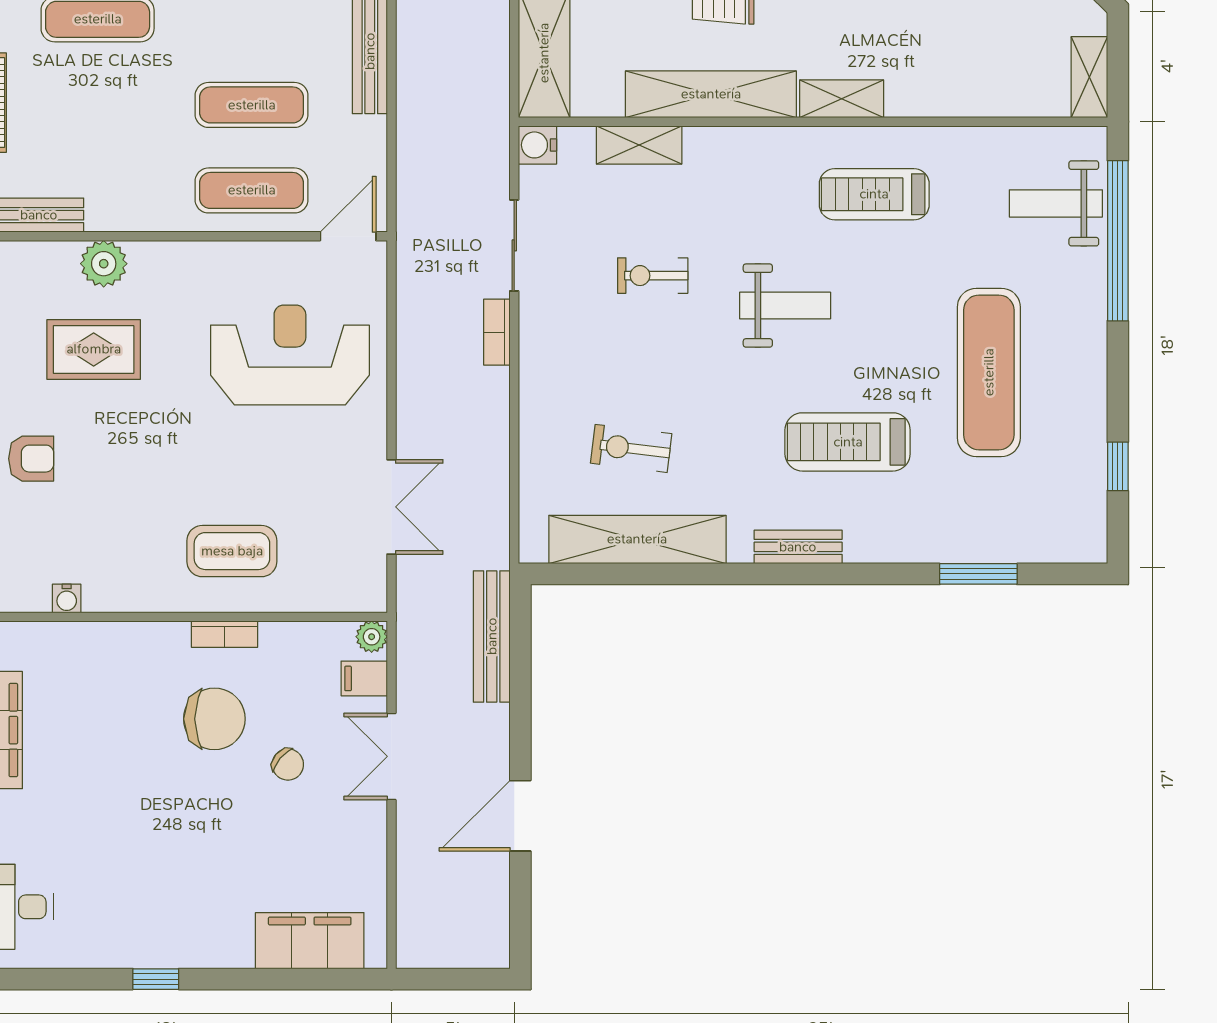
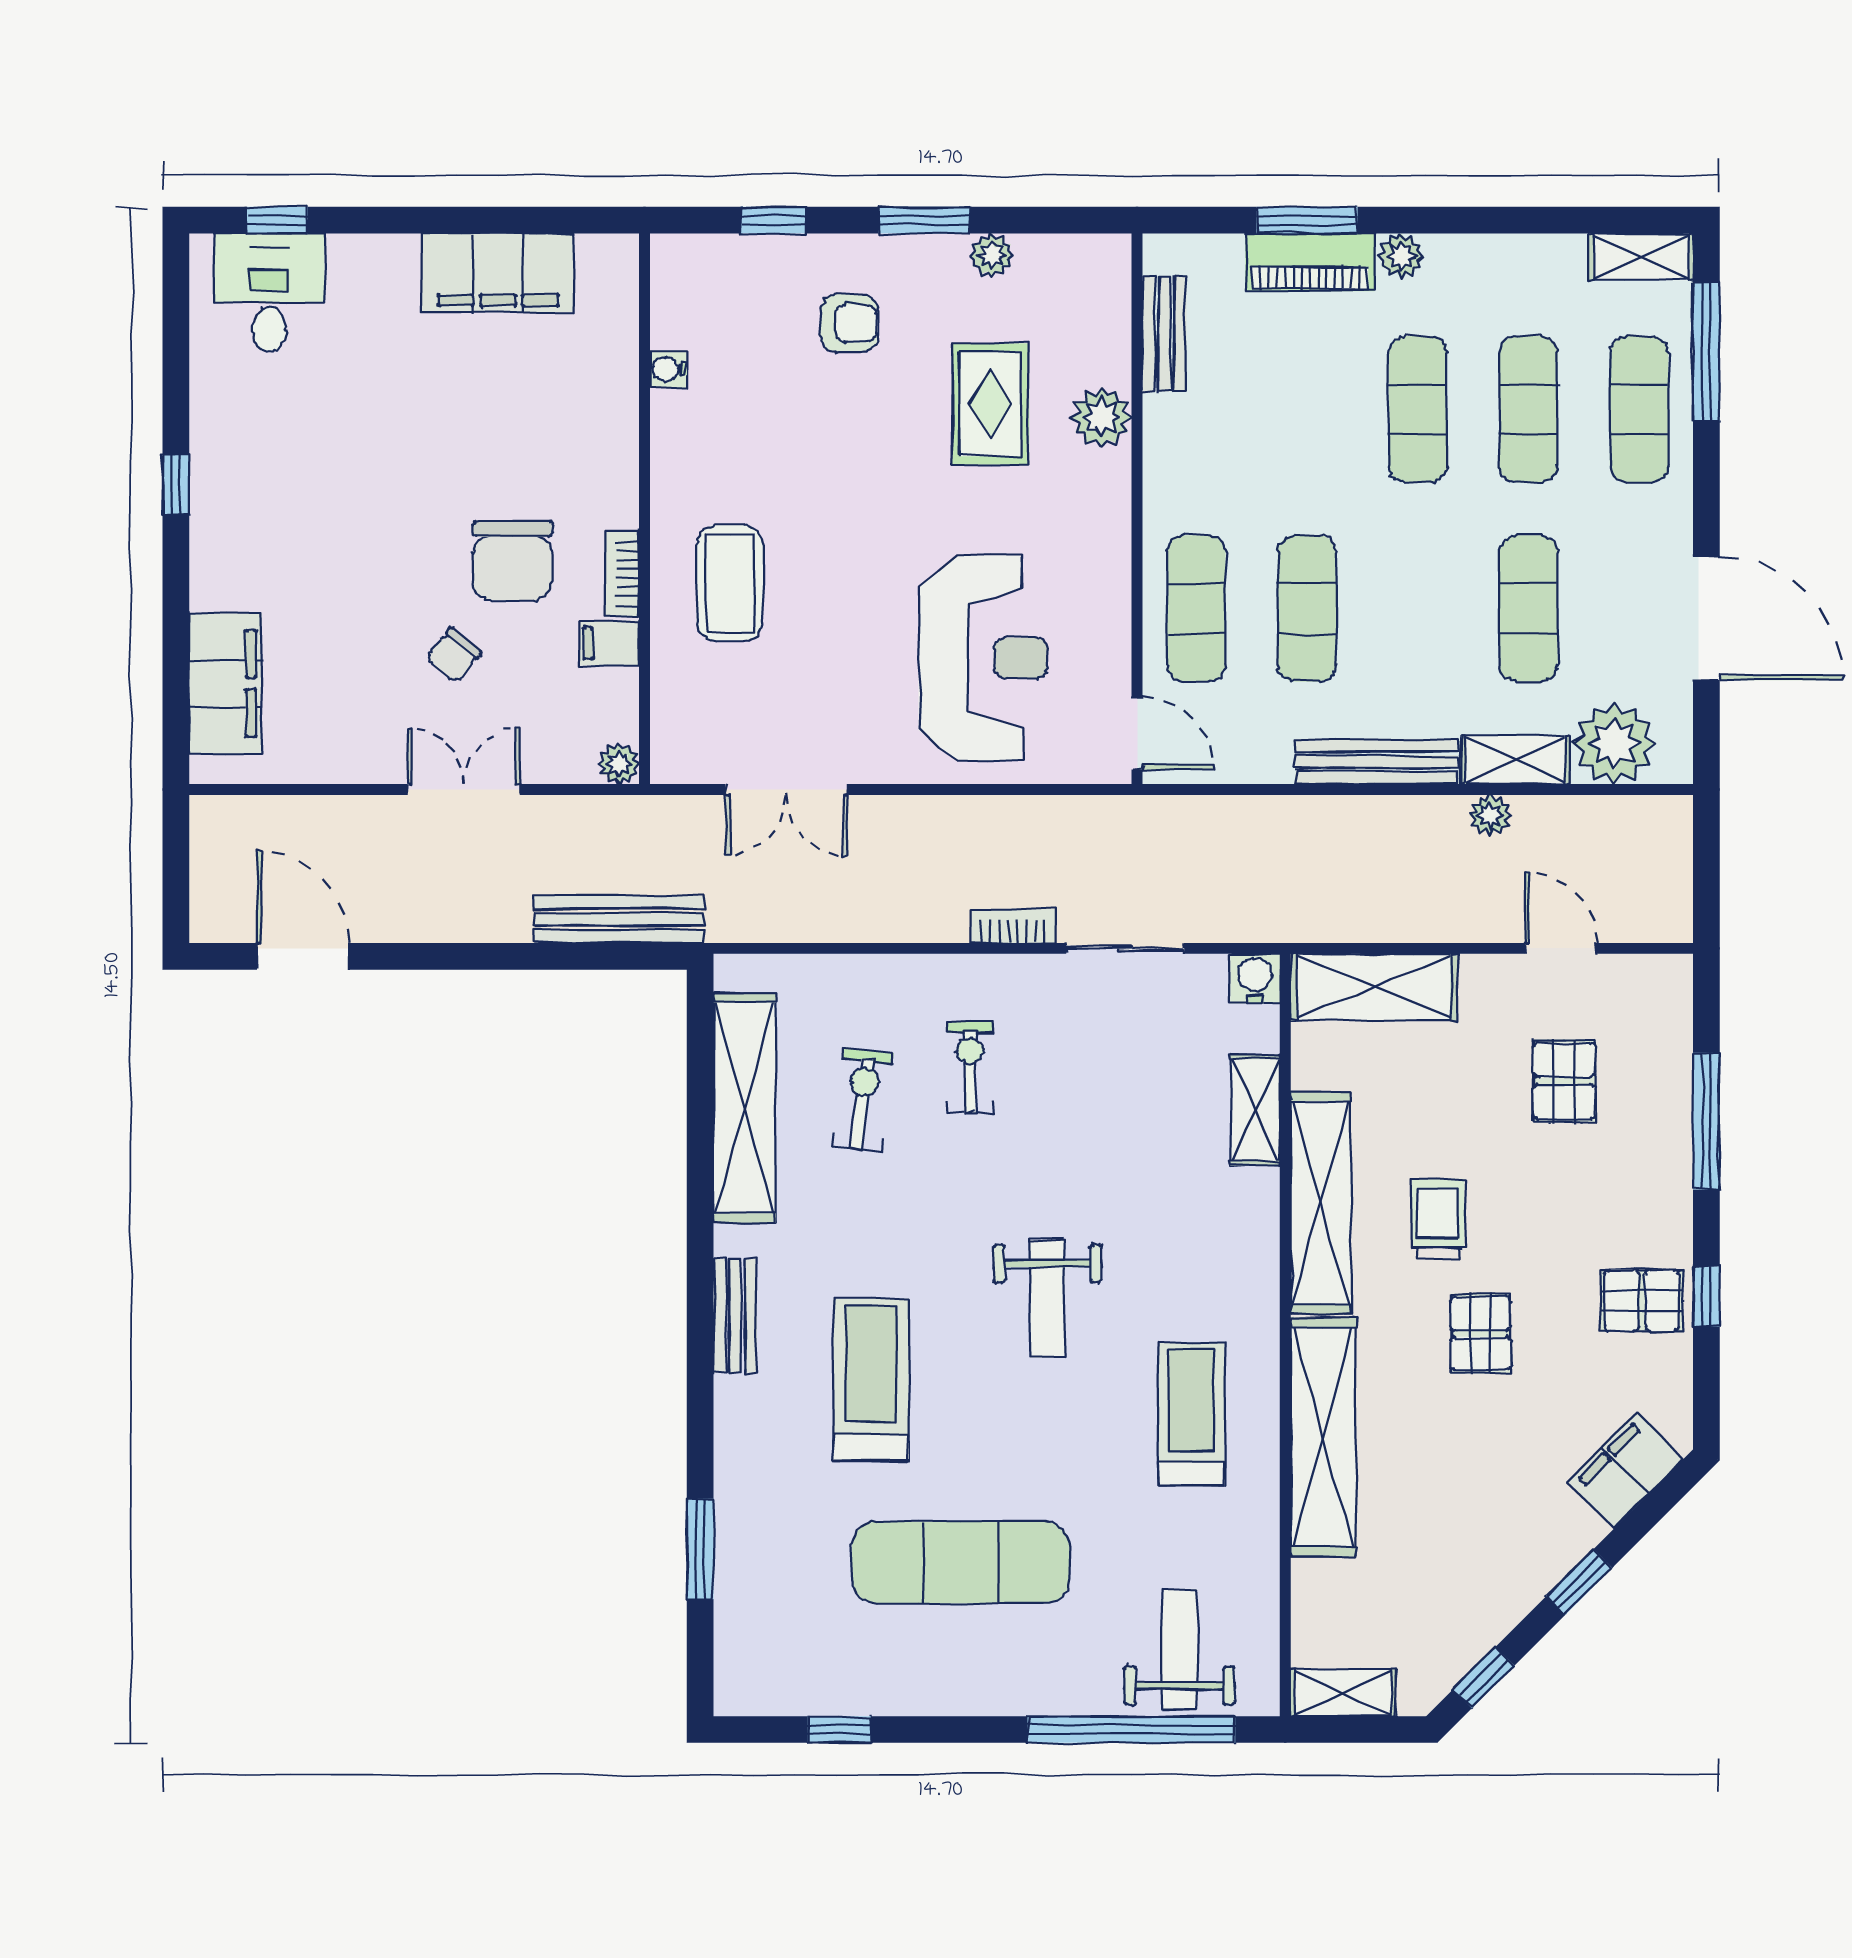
shelving: (842, 99) -> (1323, 1437), width x2.20, depth x1.33
exercise bike: (653, 276) -> (970, 1067), moved
armchair: (31, 459) -> (849, 323), turned -90
filing cabinet: (364, 678) -> (609, 643), moved, turned -90
door: (520, 816) -> (303, 956), moved

